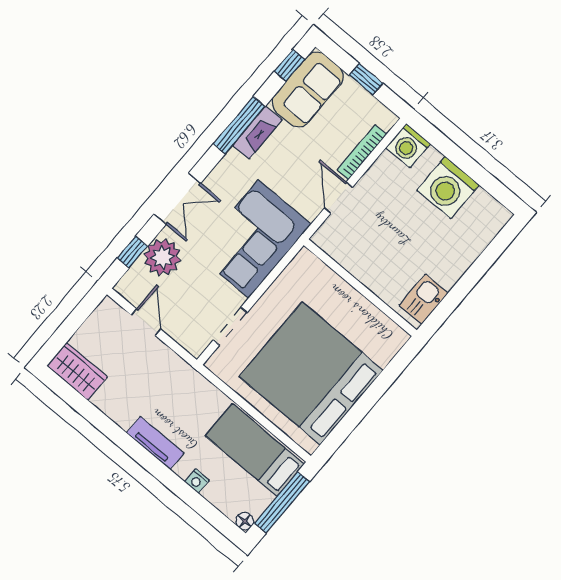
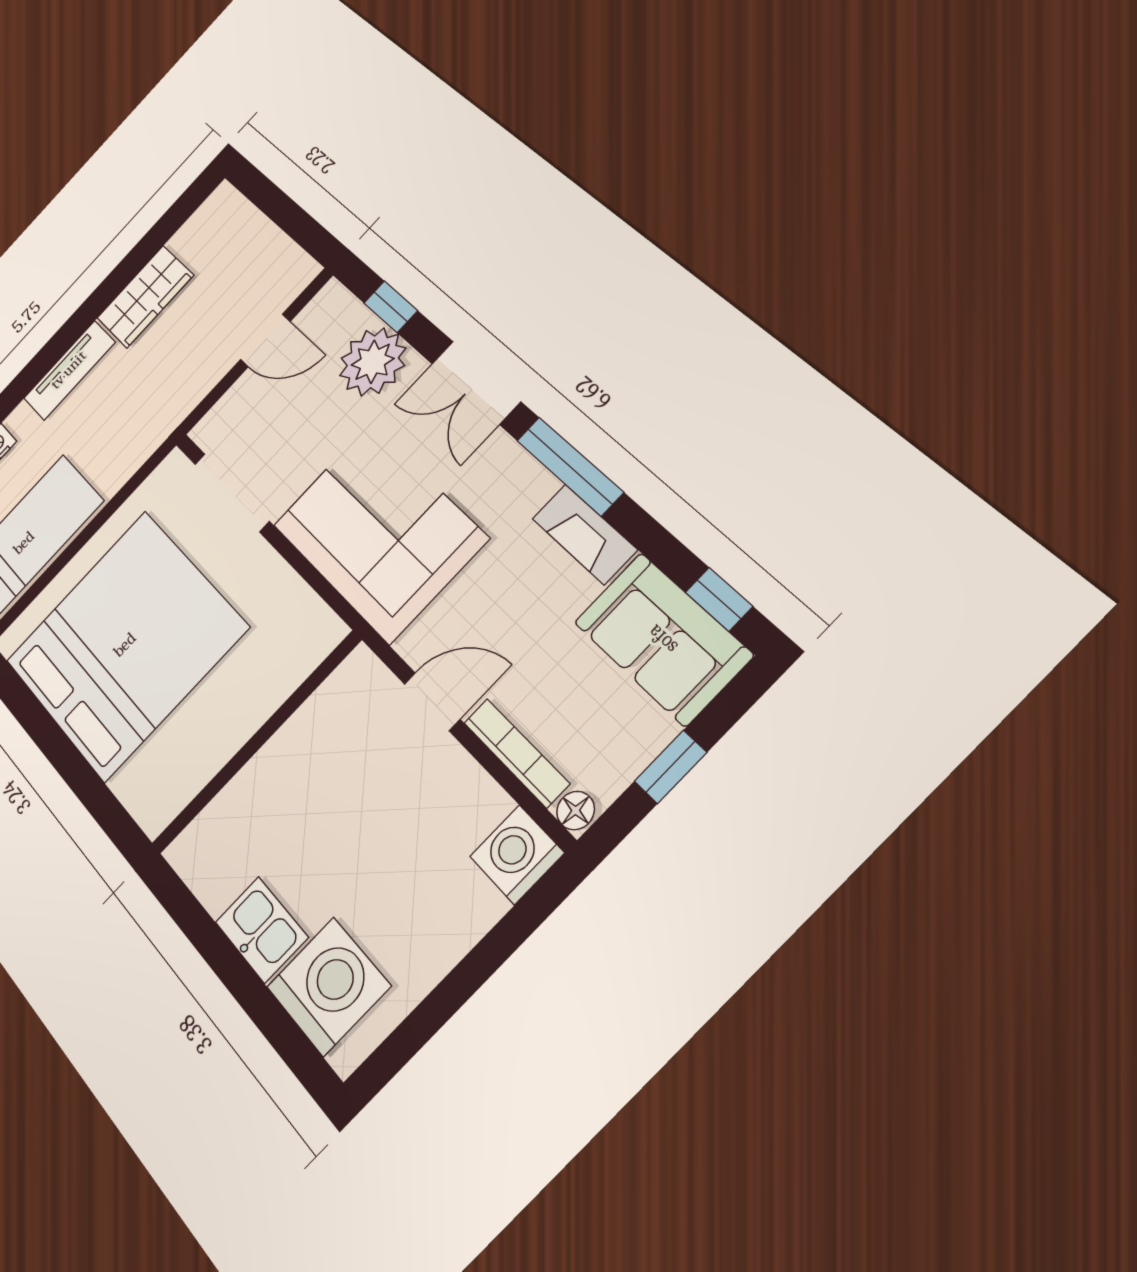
floor lamp: (387, 121) -> (576, 811), added
window: (239, 125) -> (570, 466), moved
washing machine: (448, 188) -> (328, 987), moved, turned 90
kitchen sink: (424, 299) -> (262, 930), moved
doorway: (230, 326) -> (232, 493), width x1.38
wardrobe: (77, 372) -> (145, 297), moved

